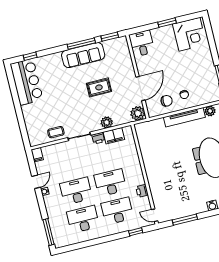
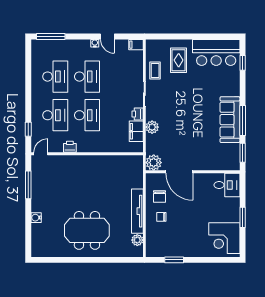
rug: (99, 87) -> (179, 60), moved

